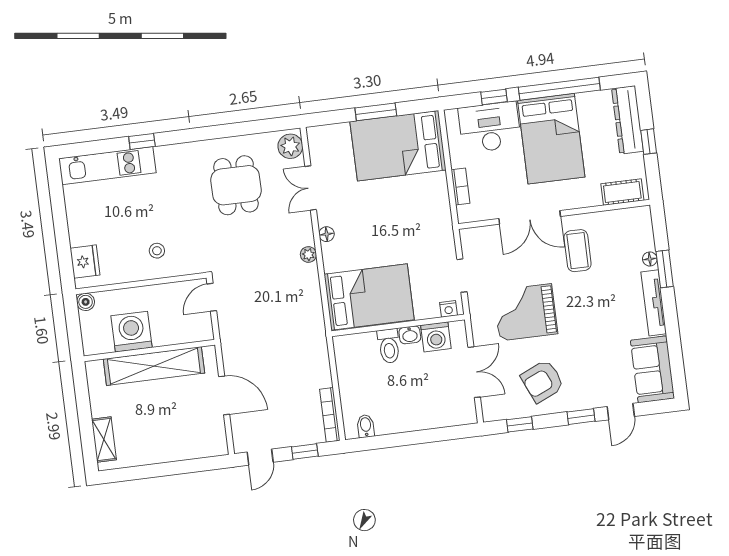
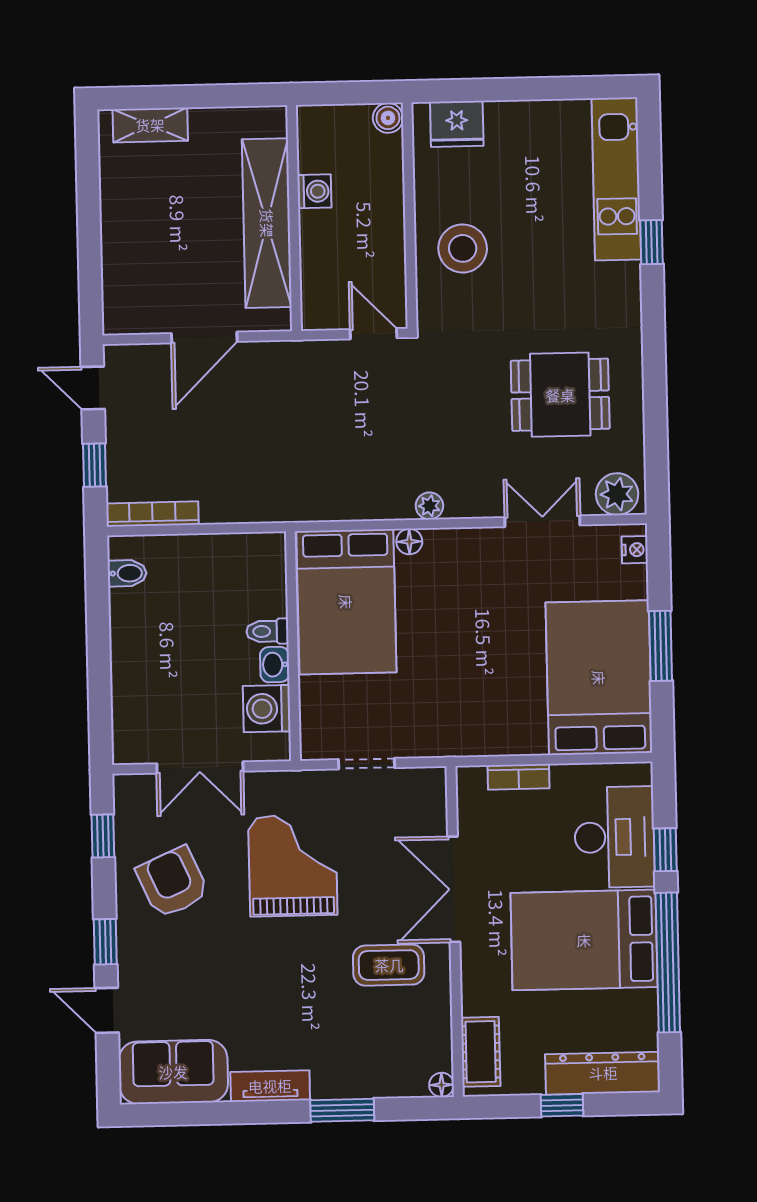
floor lamp: (327, 234) -> (409, 542), moved
stool: (157, 251) -> (463, 248), width x1.89, depth x1.89
floor lamp: (650, 259) -> (442, 1085), moved
tv unit: (654, 303) -> (270, 1086), width x0.71
nightstand: (449, 309) -> (635, 550), moved, turned 180
washing machine: (132, 332) -> (314, 191), width x0.53, depth x0.53
toilet: (389, 346) -> (267, 631), width x0.73, depth x0.72

